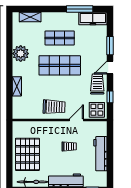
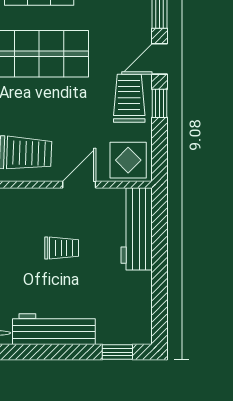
window: (110, 97) -> (160, 103), moved
workbench: (100, 154) -> (137, 229), moved

